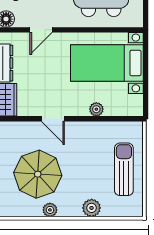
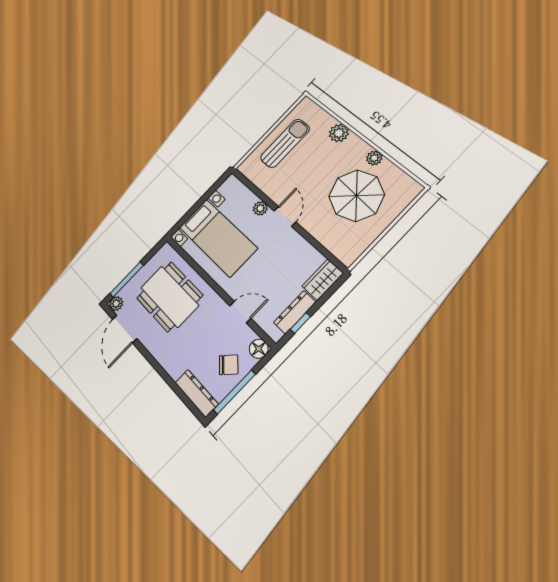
door: (53, 119) -> (285, 216), moved
sun lounger: (124, 169) -> (285, 143), turned 180

